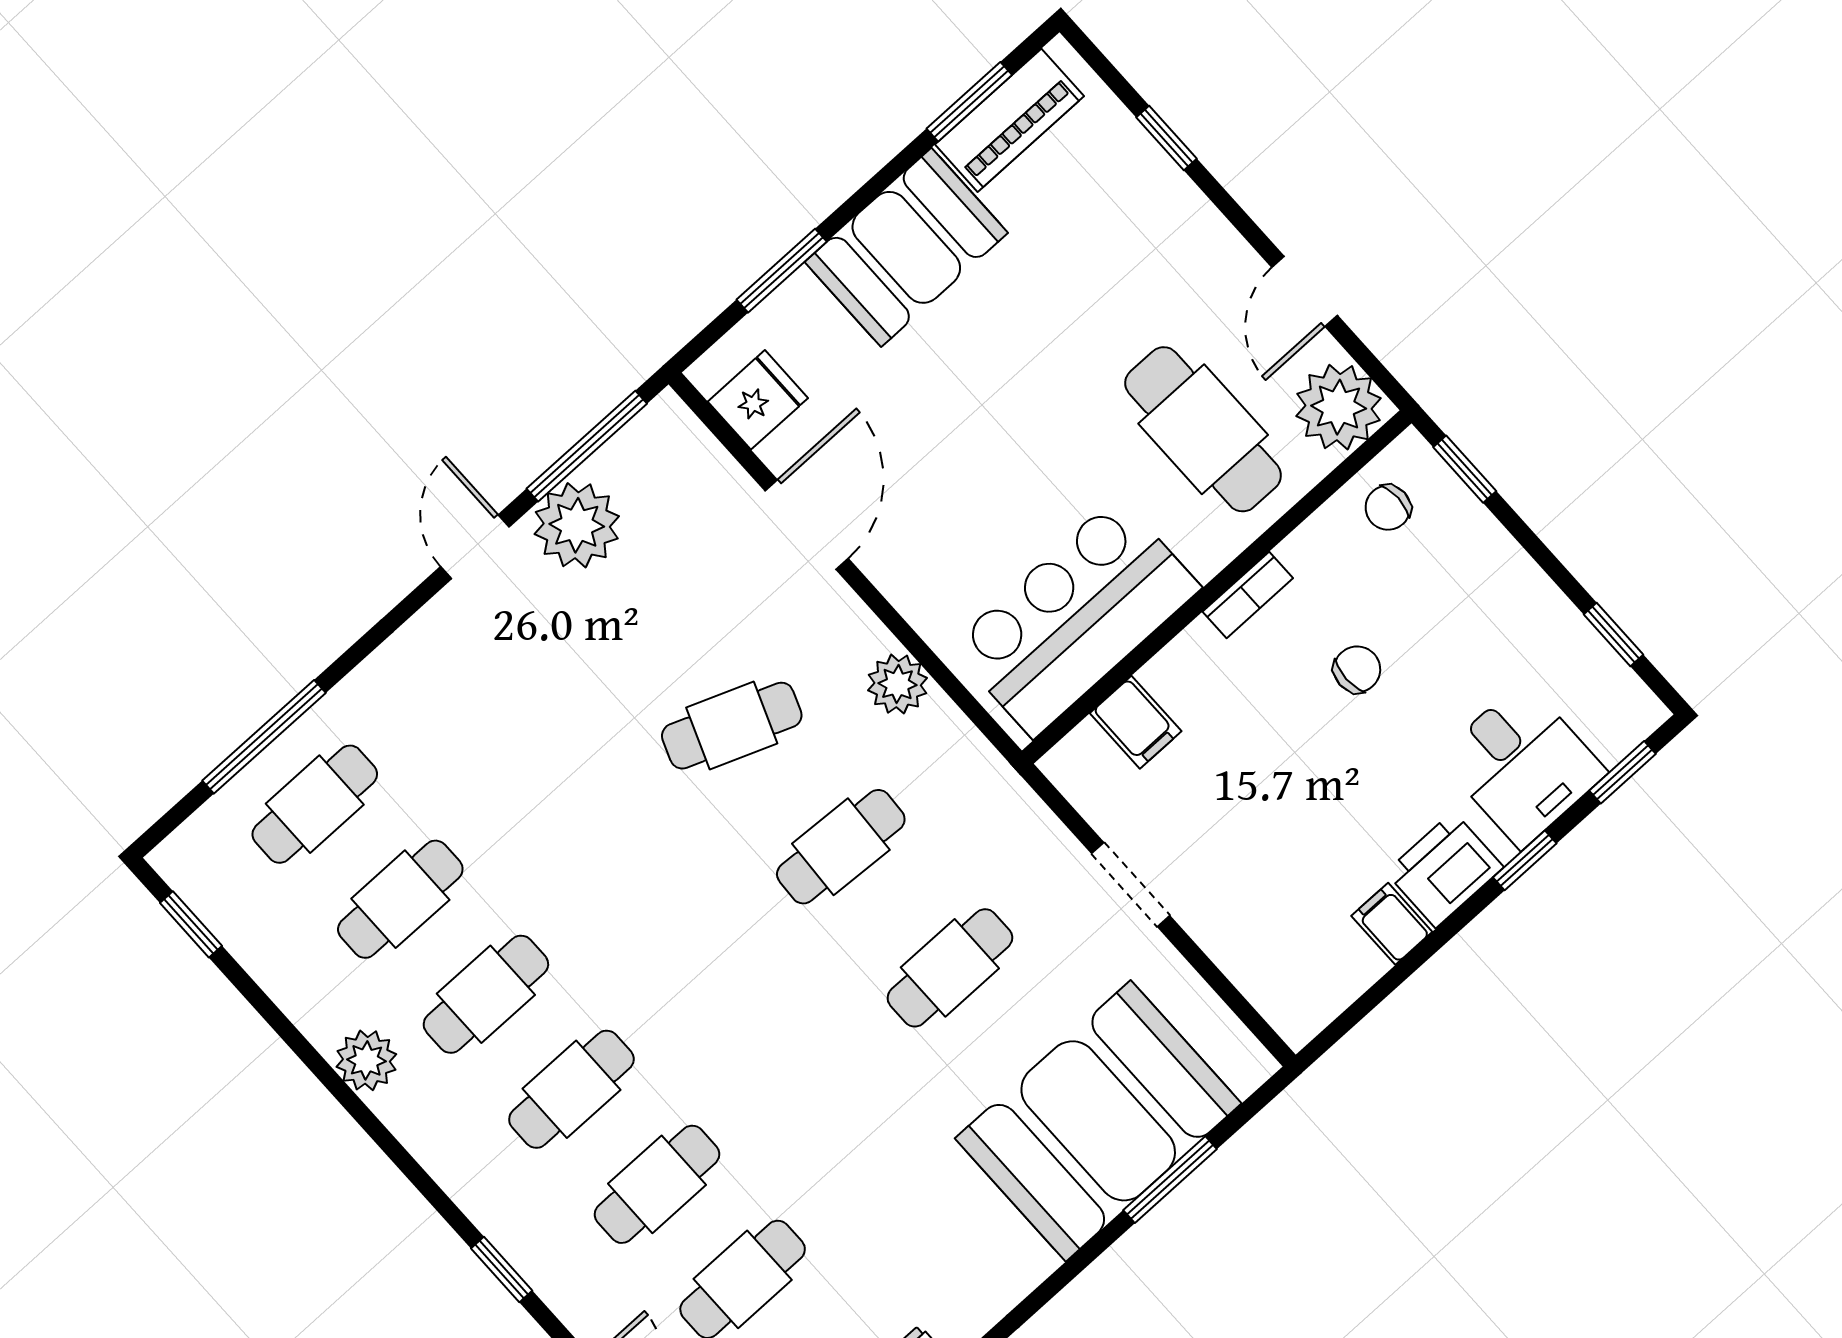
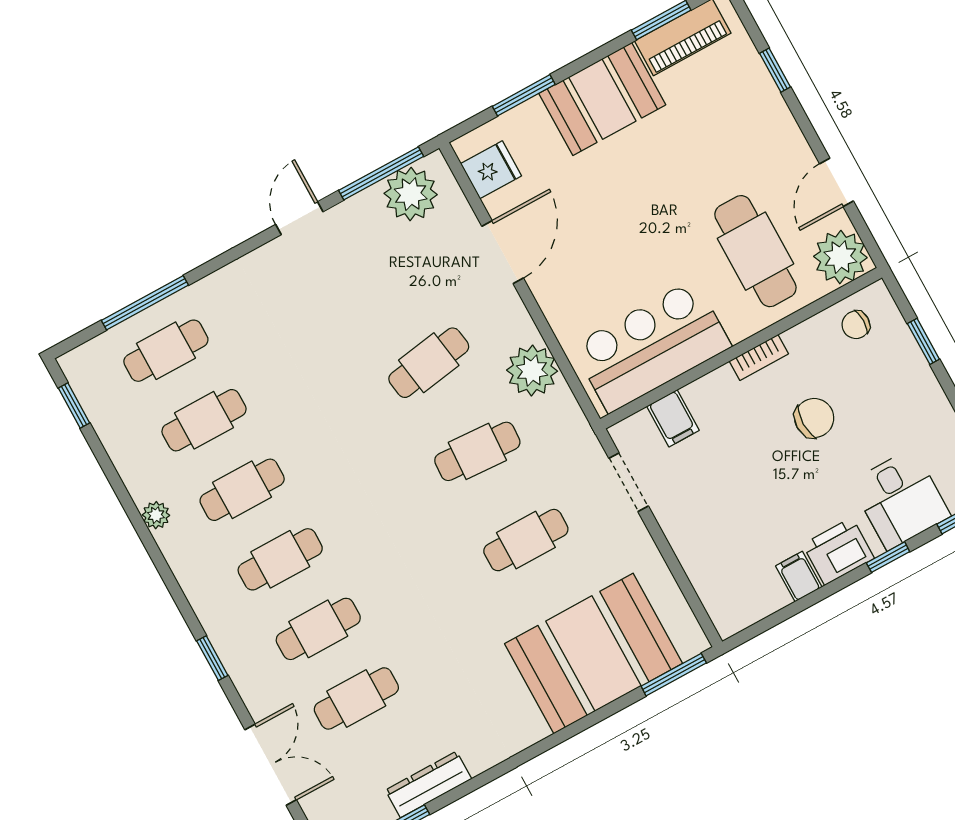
window: (1465, 469) -> (923, 341), moved
plant: (577, 525) -> (411, 194), moved
chair: (1357, 669) -> (814, 418), width x1.37, depth x1.37
plant: (898, 684) -> (532, 371), width x1.36, depth x1.36
cafe table: (732, 726) -> (429, 363), turned -30
doorway: (1131, 885) -> (629, 482), moved
plant: (366, 1060) -> (156, 515), width x0.73, depth x0.73
window: (1170, 1180) -> (674, 675), moved

